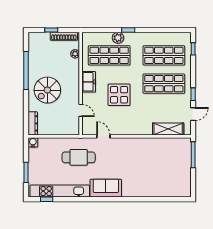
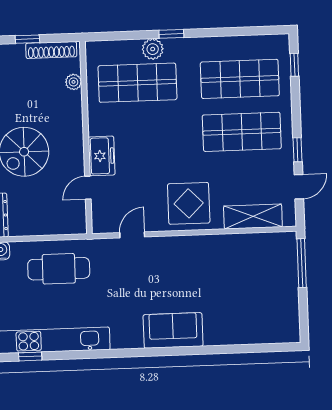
freezer: (89, 82) -> (102, 156), moved
display table: (119, 95) -> (189, 203), moved
door: (81, 110) -> (88, 188), swing flipped
door: (103, 136) -> (132, 235), hinge flipped
cafe table: (79, 157) -> (59, 269), moved
sofa: (106, 188) -> (173, 330), moved

